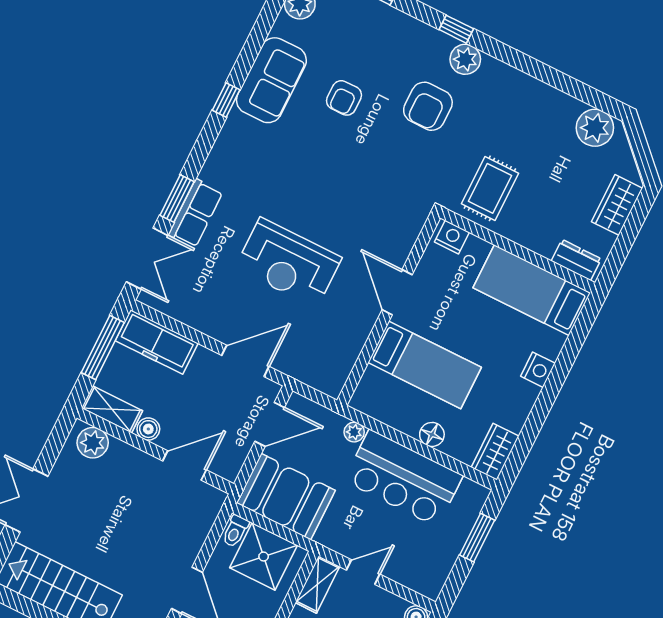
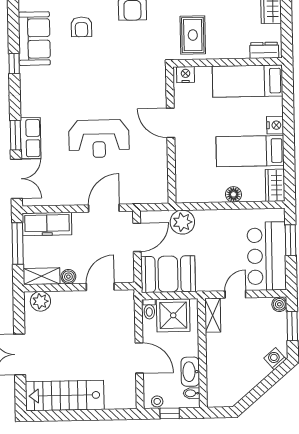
bed: (425, 365) -> (250, 151), moved, turned 180
plant: (354, 432) -> (182, 222), width x1.88, depth x1.88
bar counter: (403, 478) -> (267, 256), moved, turned 90

